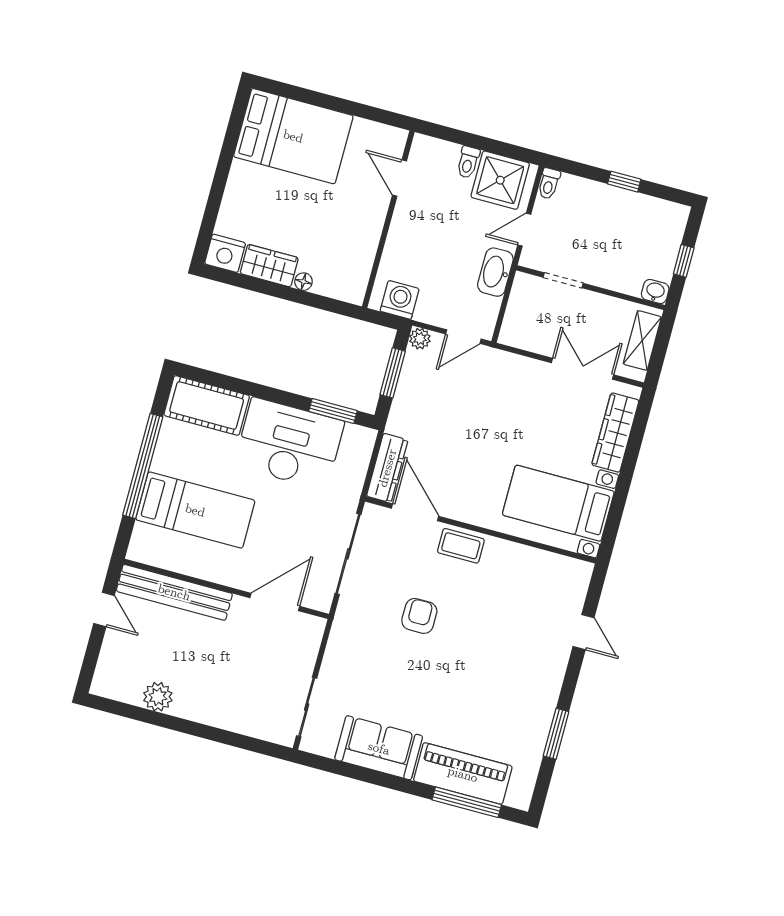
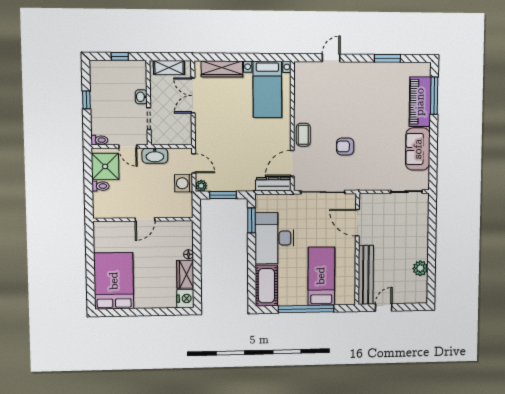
door: (399, 178) -> (145, 219), moved
washbasin: (655, 291) -> (141, 97), moved
washing machine: (400, 300) -> (184, 183), moved

